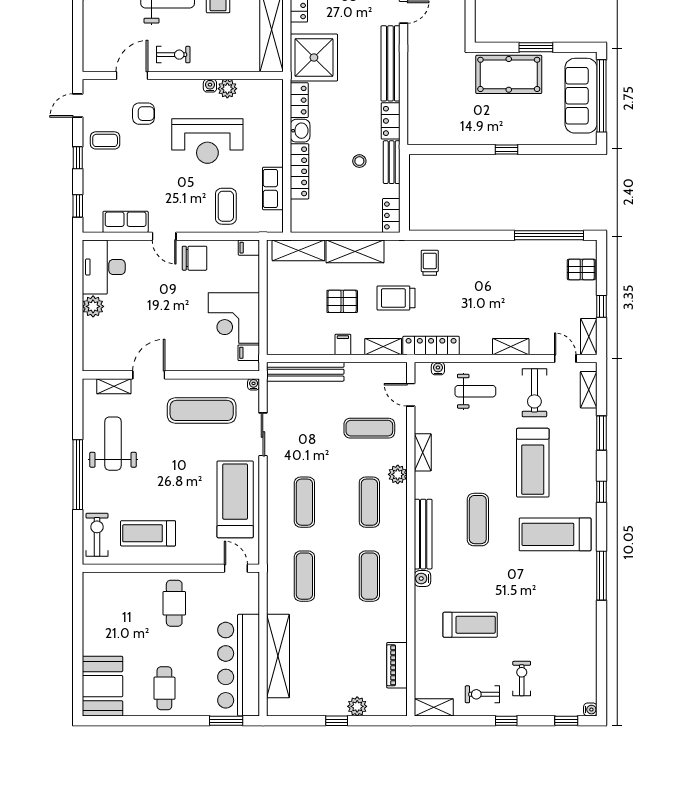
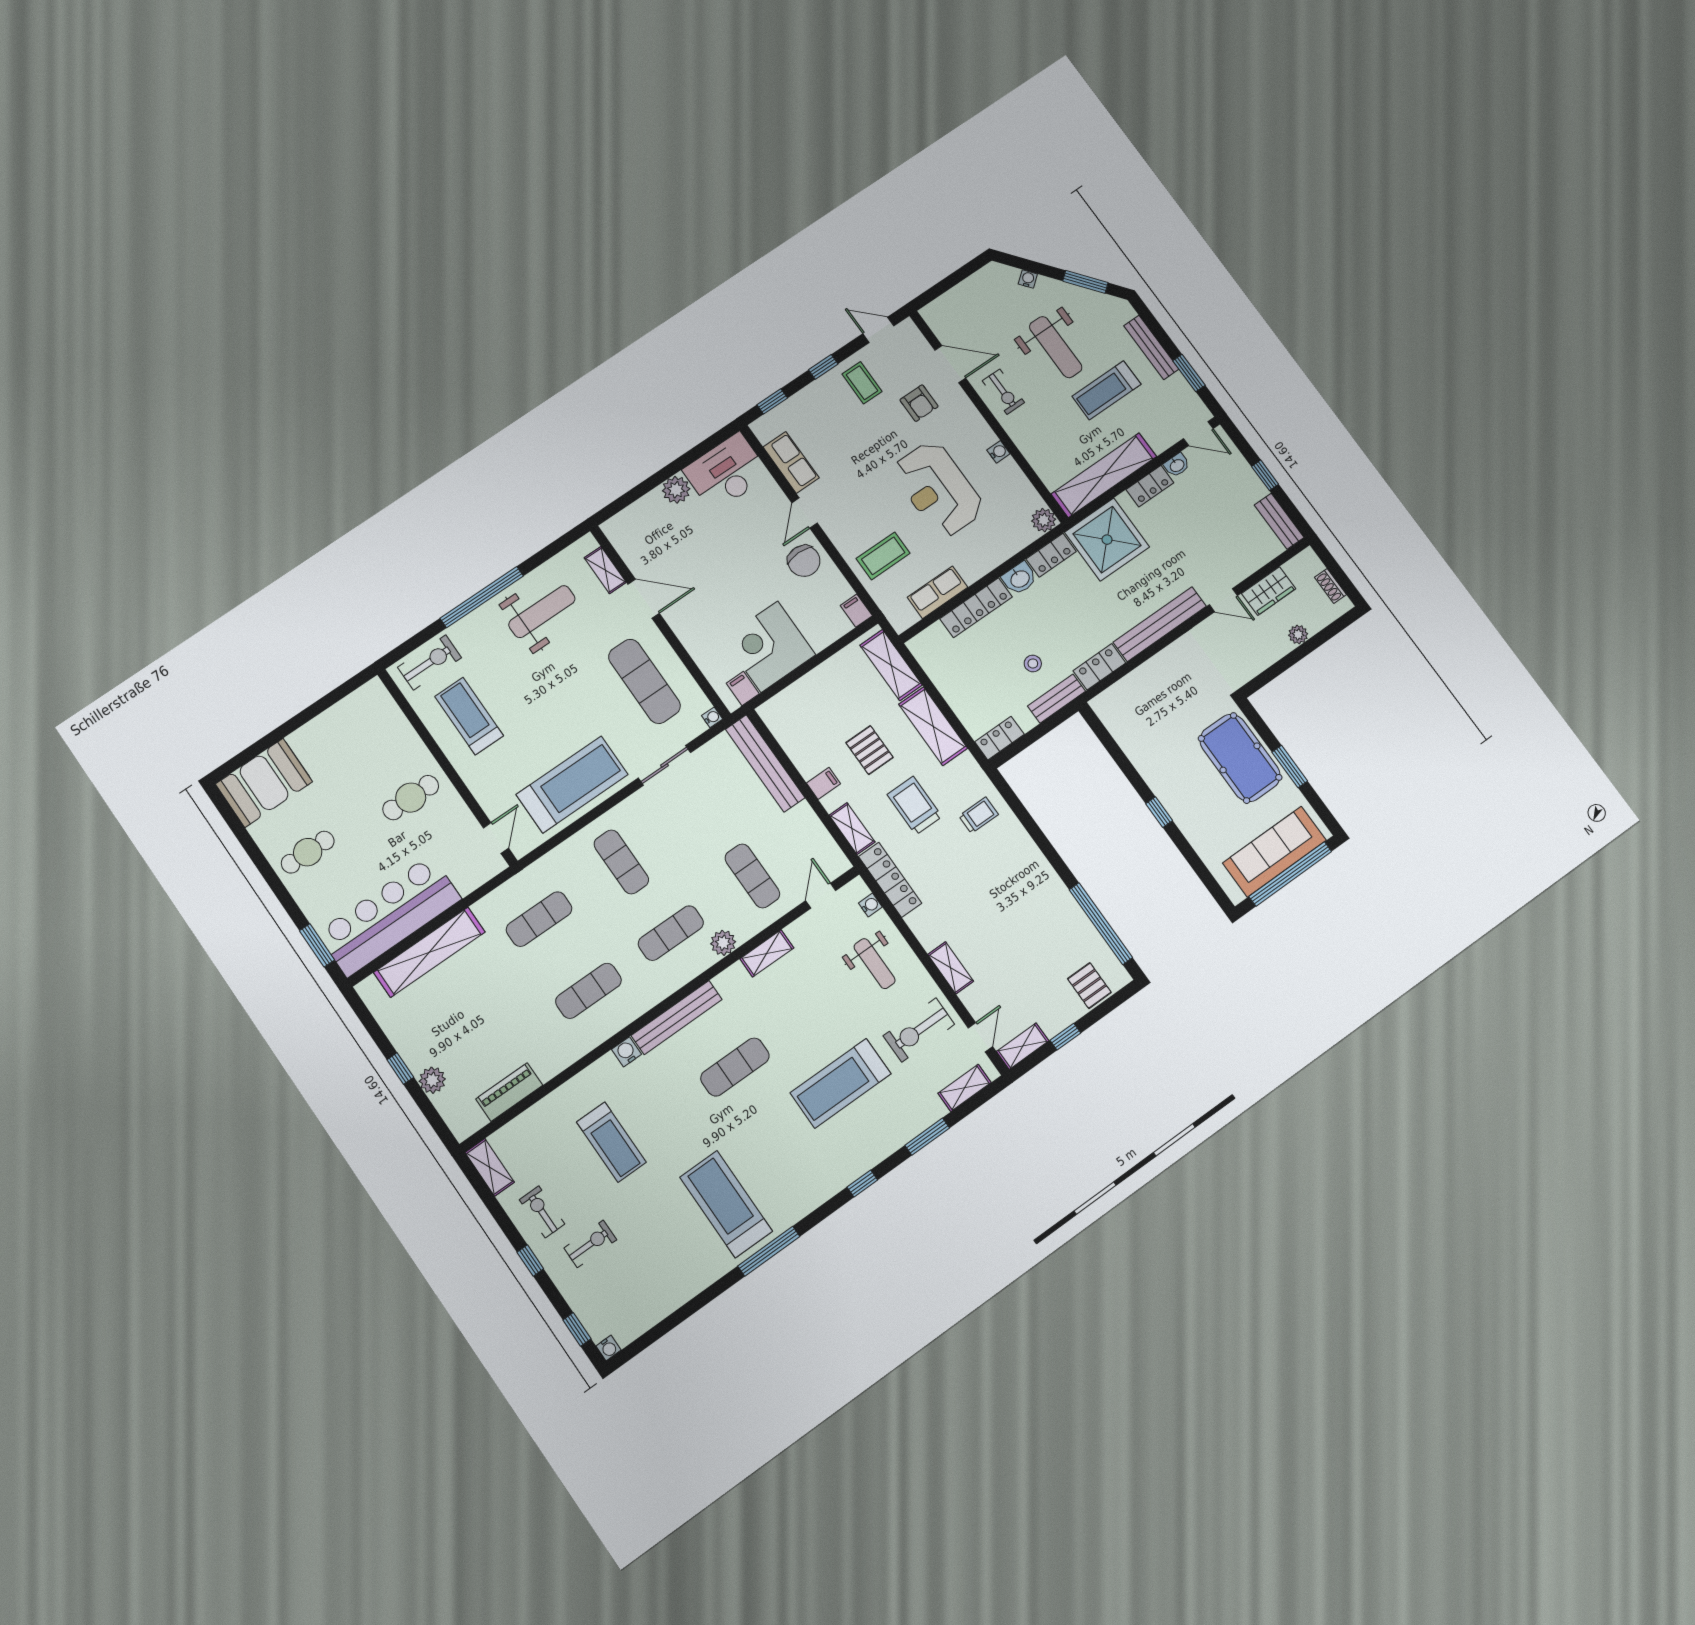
plant: (227, 89) -> (1044, 520), moved
exercise mat: (304, 502) -> (621, 862), turned 90
treadmill: (555, 534) -> (726, 1204), moved

